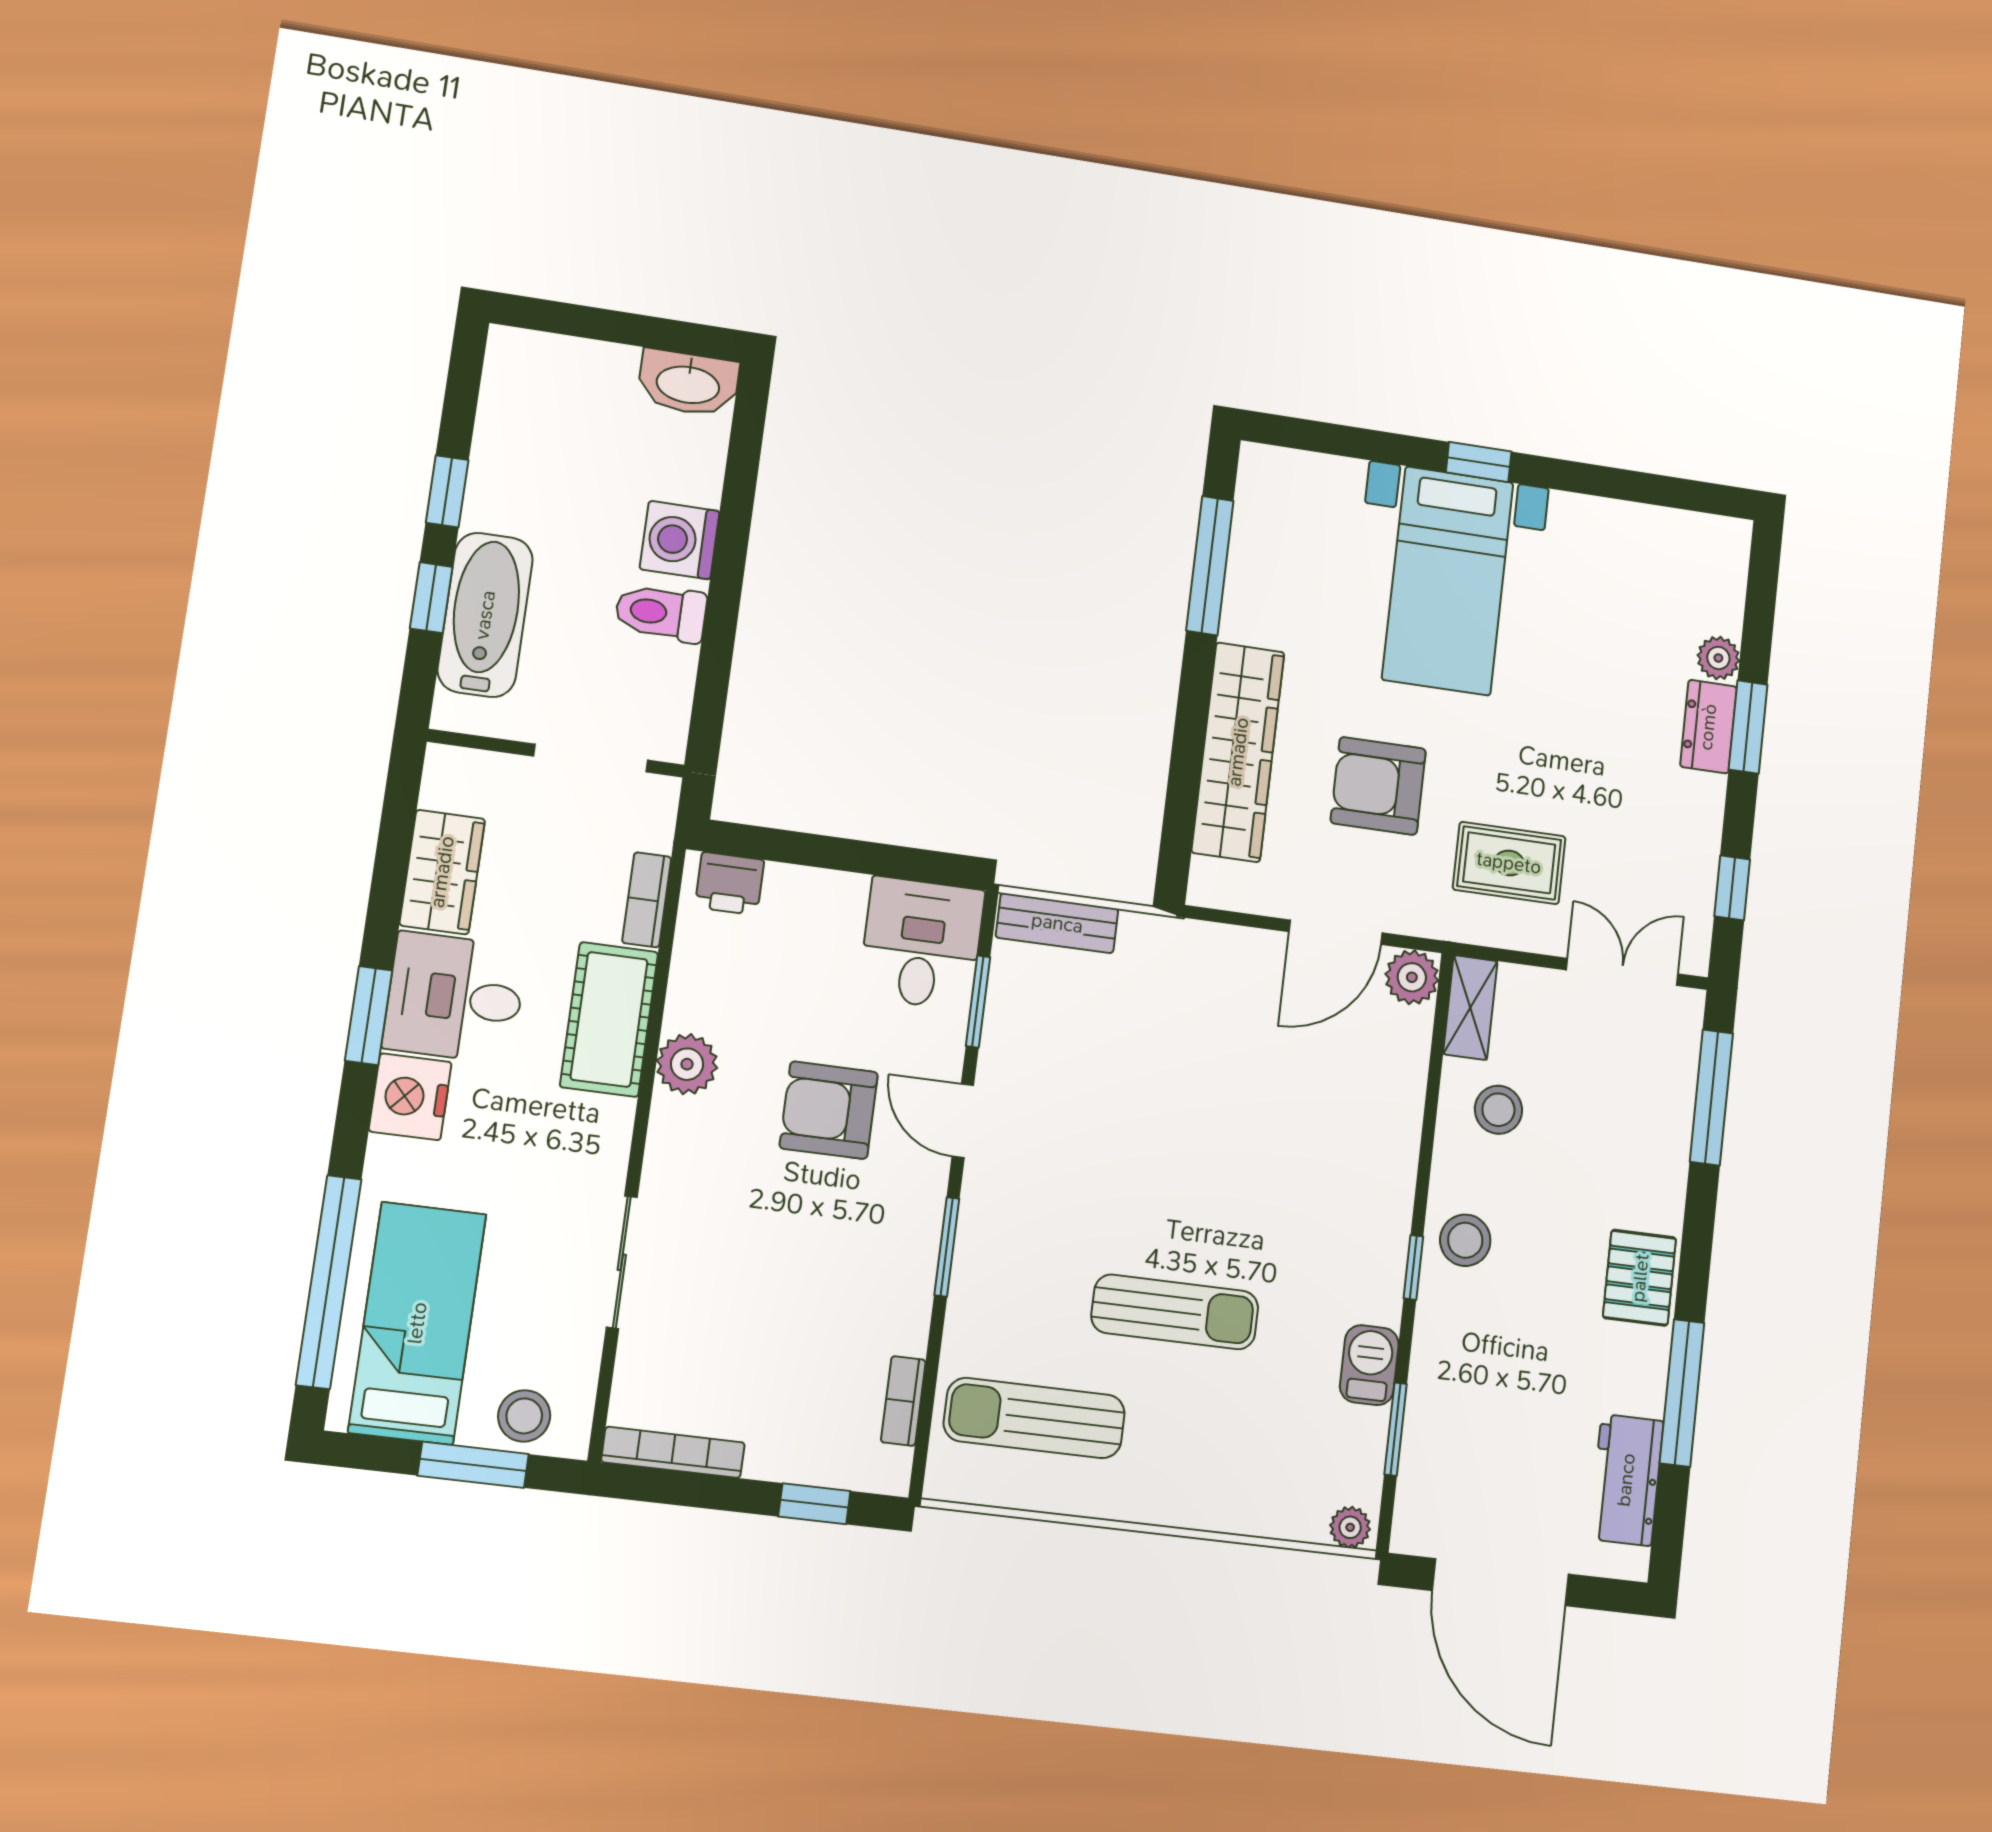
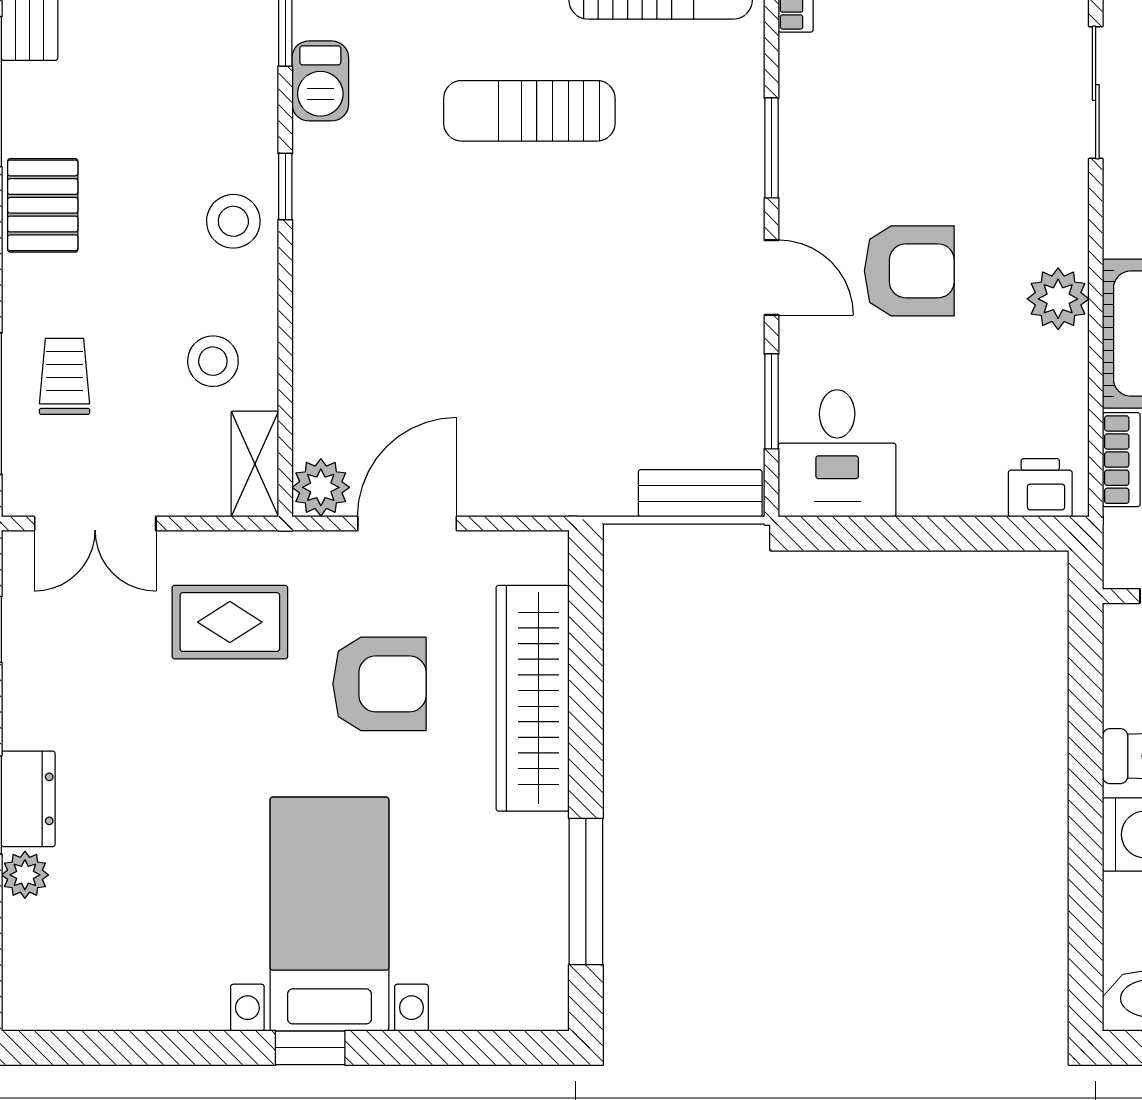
trolley: (1636, 1113) -> (65, 376), added

